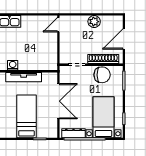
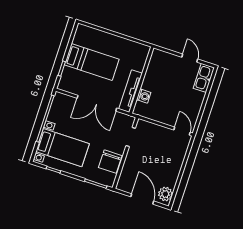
plant: (94, 22) -> (165, 194), moved
shoe rack: (103, 59) -> (127, 169), removed
washing machine: (13, 65) -> (144, 96), moved
tv unit: (24, 77) -> (131, 91), moved
dresser: (73, 133) -> (56, 108), removed

